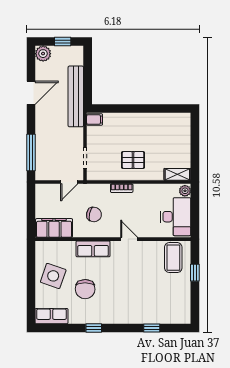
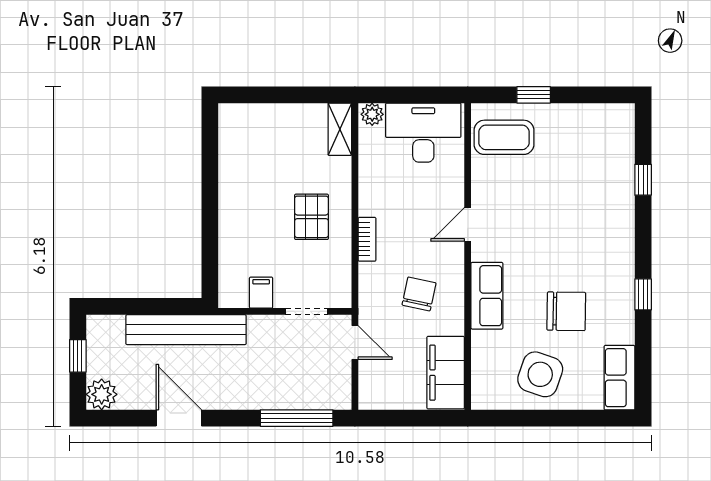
filing cabinet: (95, 119) -> (261, 293), moved

